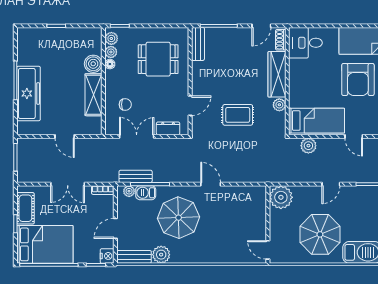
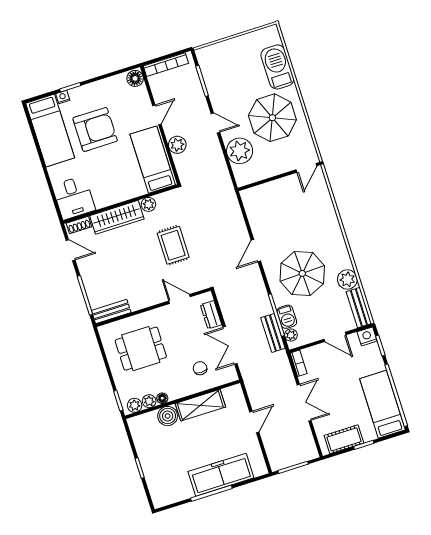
dining table: (158, 59) -> (141, 349), turned 90
plant: (308, 146) -> (177, 145), moved
plant: (281, 197) -> (240, 151), moved
bed: (45, 244) -> (382, 404), width x0.67

